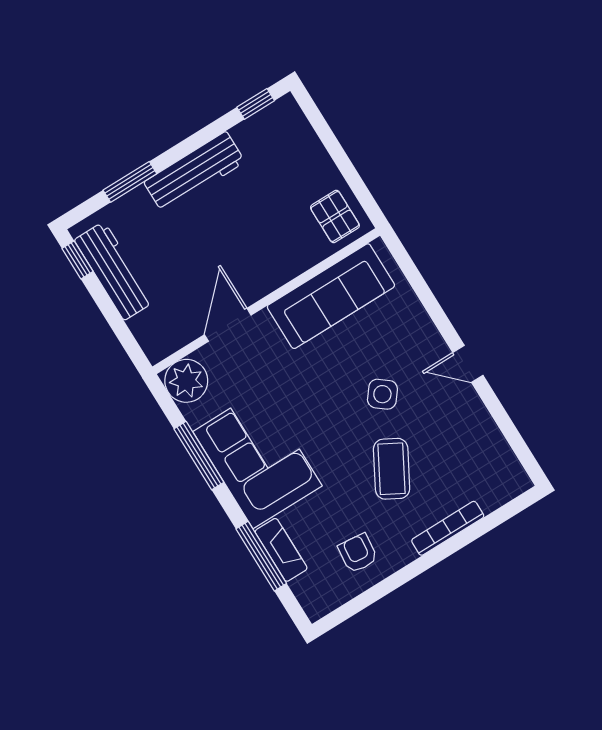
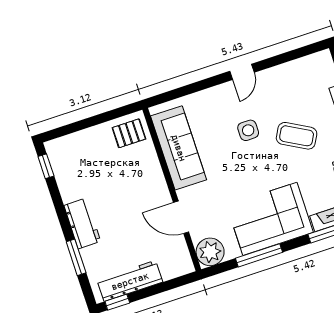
workbench: (194, 172) -> (82, 223), width x0.73
side table: (382, 394) -> (248, 130), turned -38

